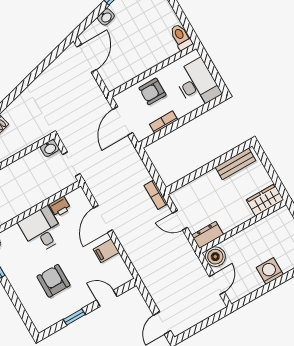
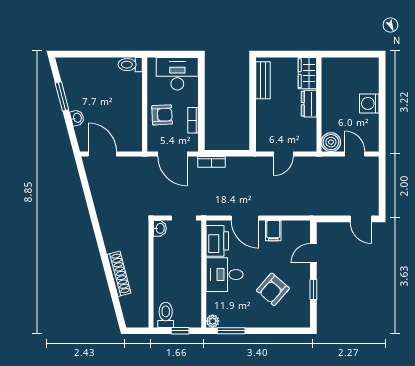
armchair: (152, 91) -> (162, 115), turned -93
bookcase: (156, 195) -> (211, 162), moved
printer: (60, 206) -> (217, 241), width x1.87, depth x1.48
dresser: (208, 235) -> (309, 104), moved
armchair: (53, 281) -> (273, 289), turned -49

